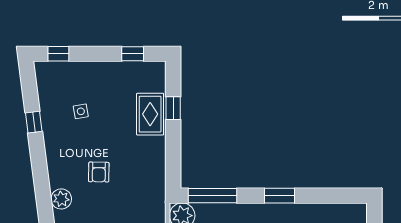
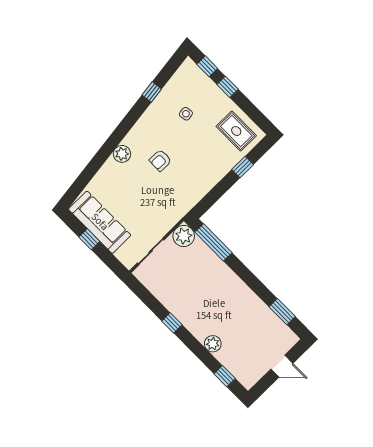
window: (133, 54) -> (228, 87), moved
rug: (150, 114) -> (236, 131), moved, turned 90
window: (279, 196) -> (282, 312), moved

